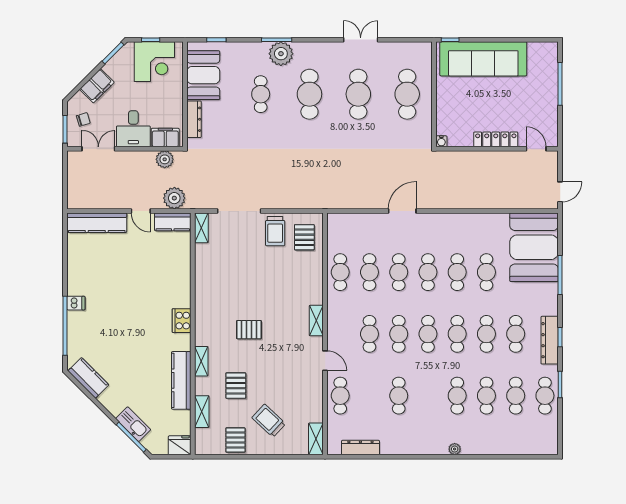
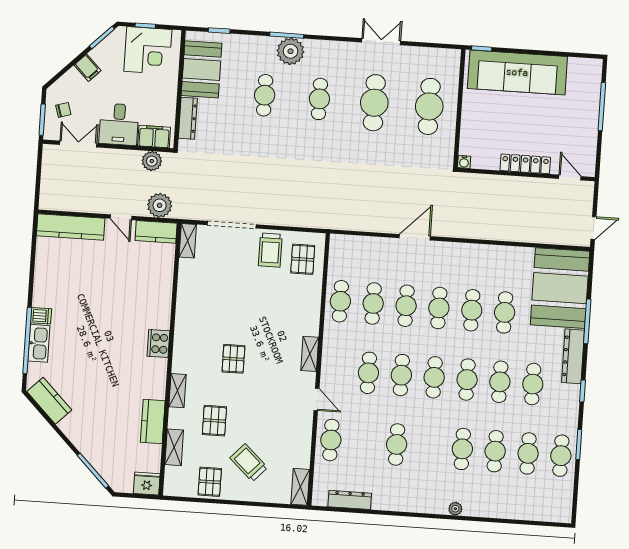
filing cabinet: (97, 86) -> (87, 68), width x0.50
cafe table: (309, 94) -> (319, 99), width x0.73, depth x0.74
pallet: (249, 330) -> (233, 359), turned 90
dresser: (550, 340) -> (573, 356), moved
kitchen counter: (181, 380) -> (153, 421), width x0.67
kitchen sink: (133, 424) -> (39, 343), moved, turned 45

